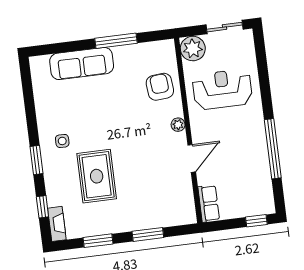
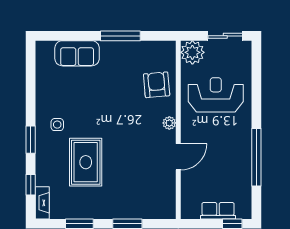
sofa: (82, 64) -> (77, 53), width x0.73
row of seats: (209, 204) -> (218, 211), moved, turned -90

